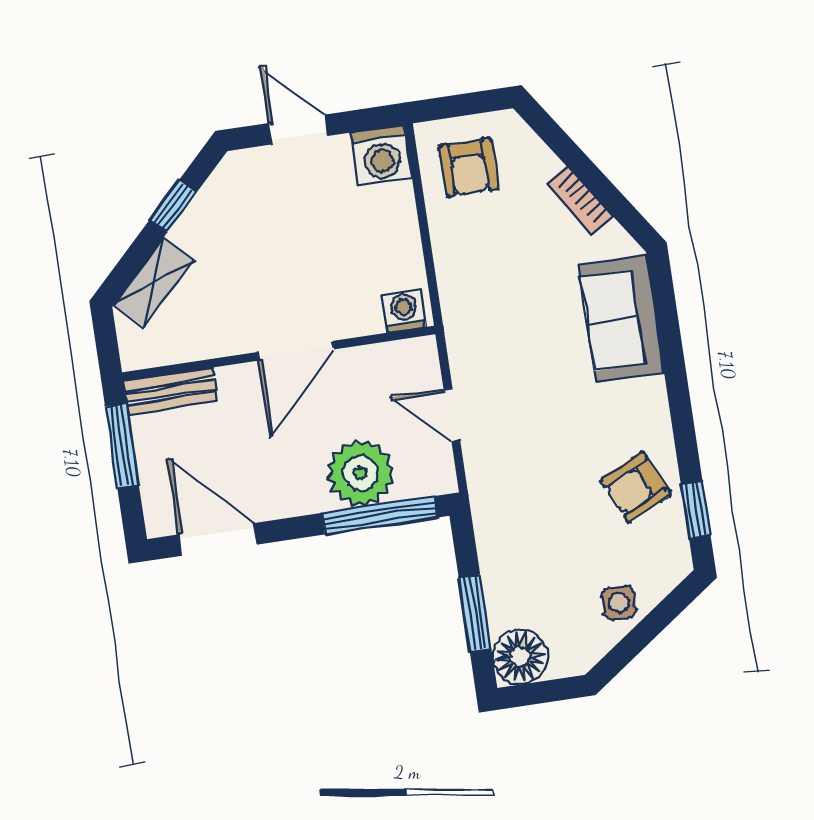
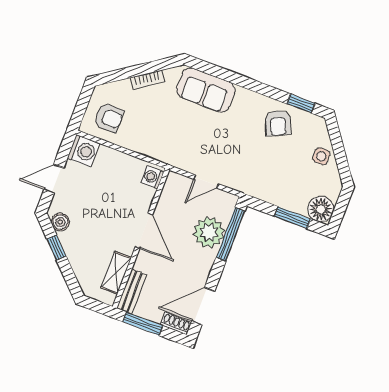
boiler: (225, 187) -> (60, 222), added
shelving: (154, 282) -> (116, 273), moved, turned 45
shoe rack: (157, 507) -> (176, 323), added

